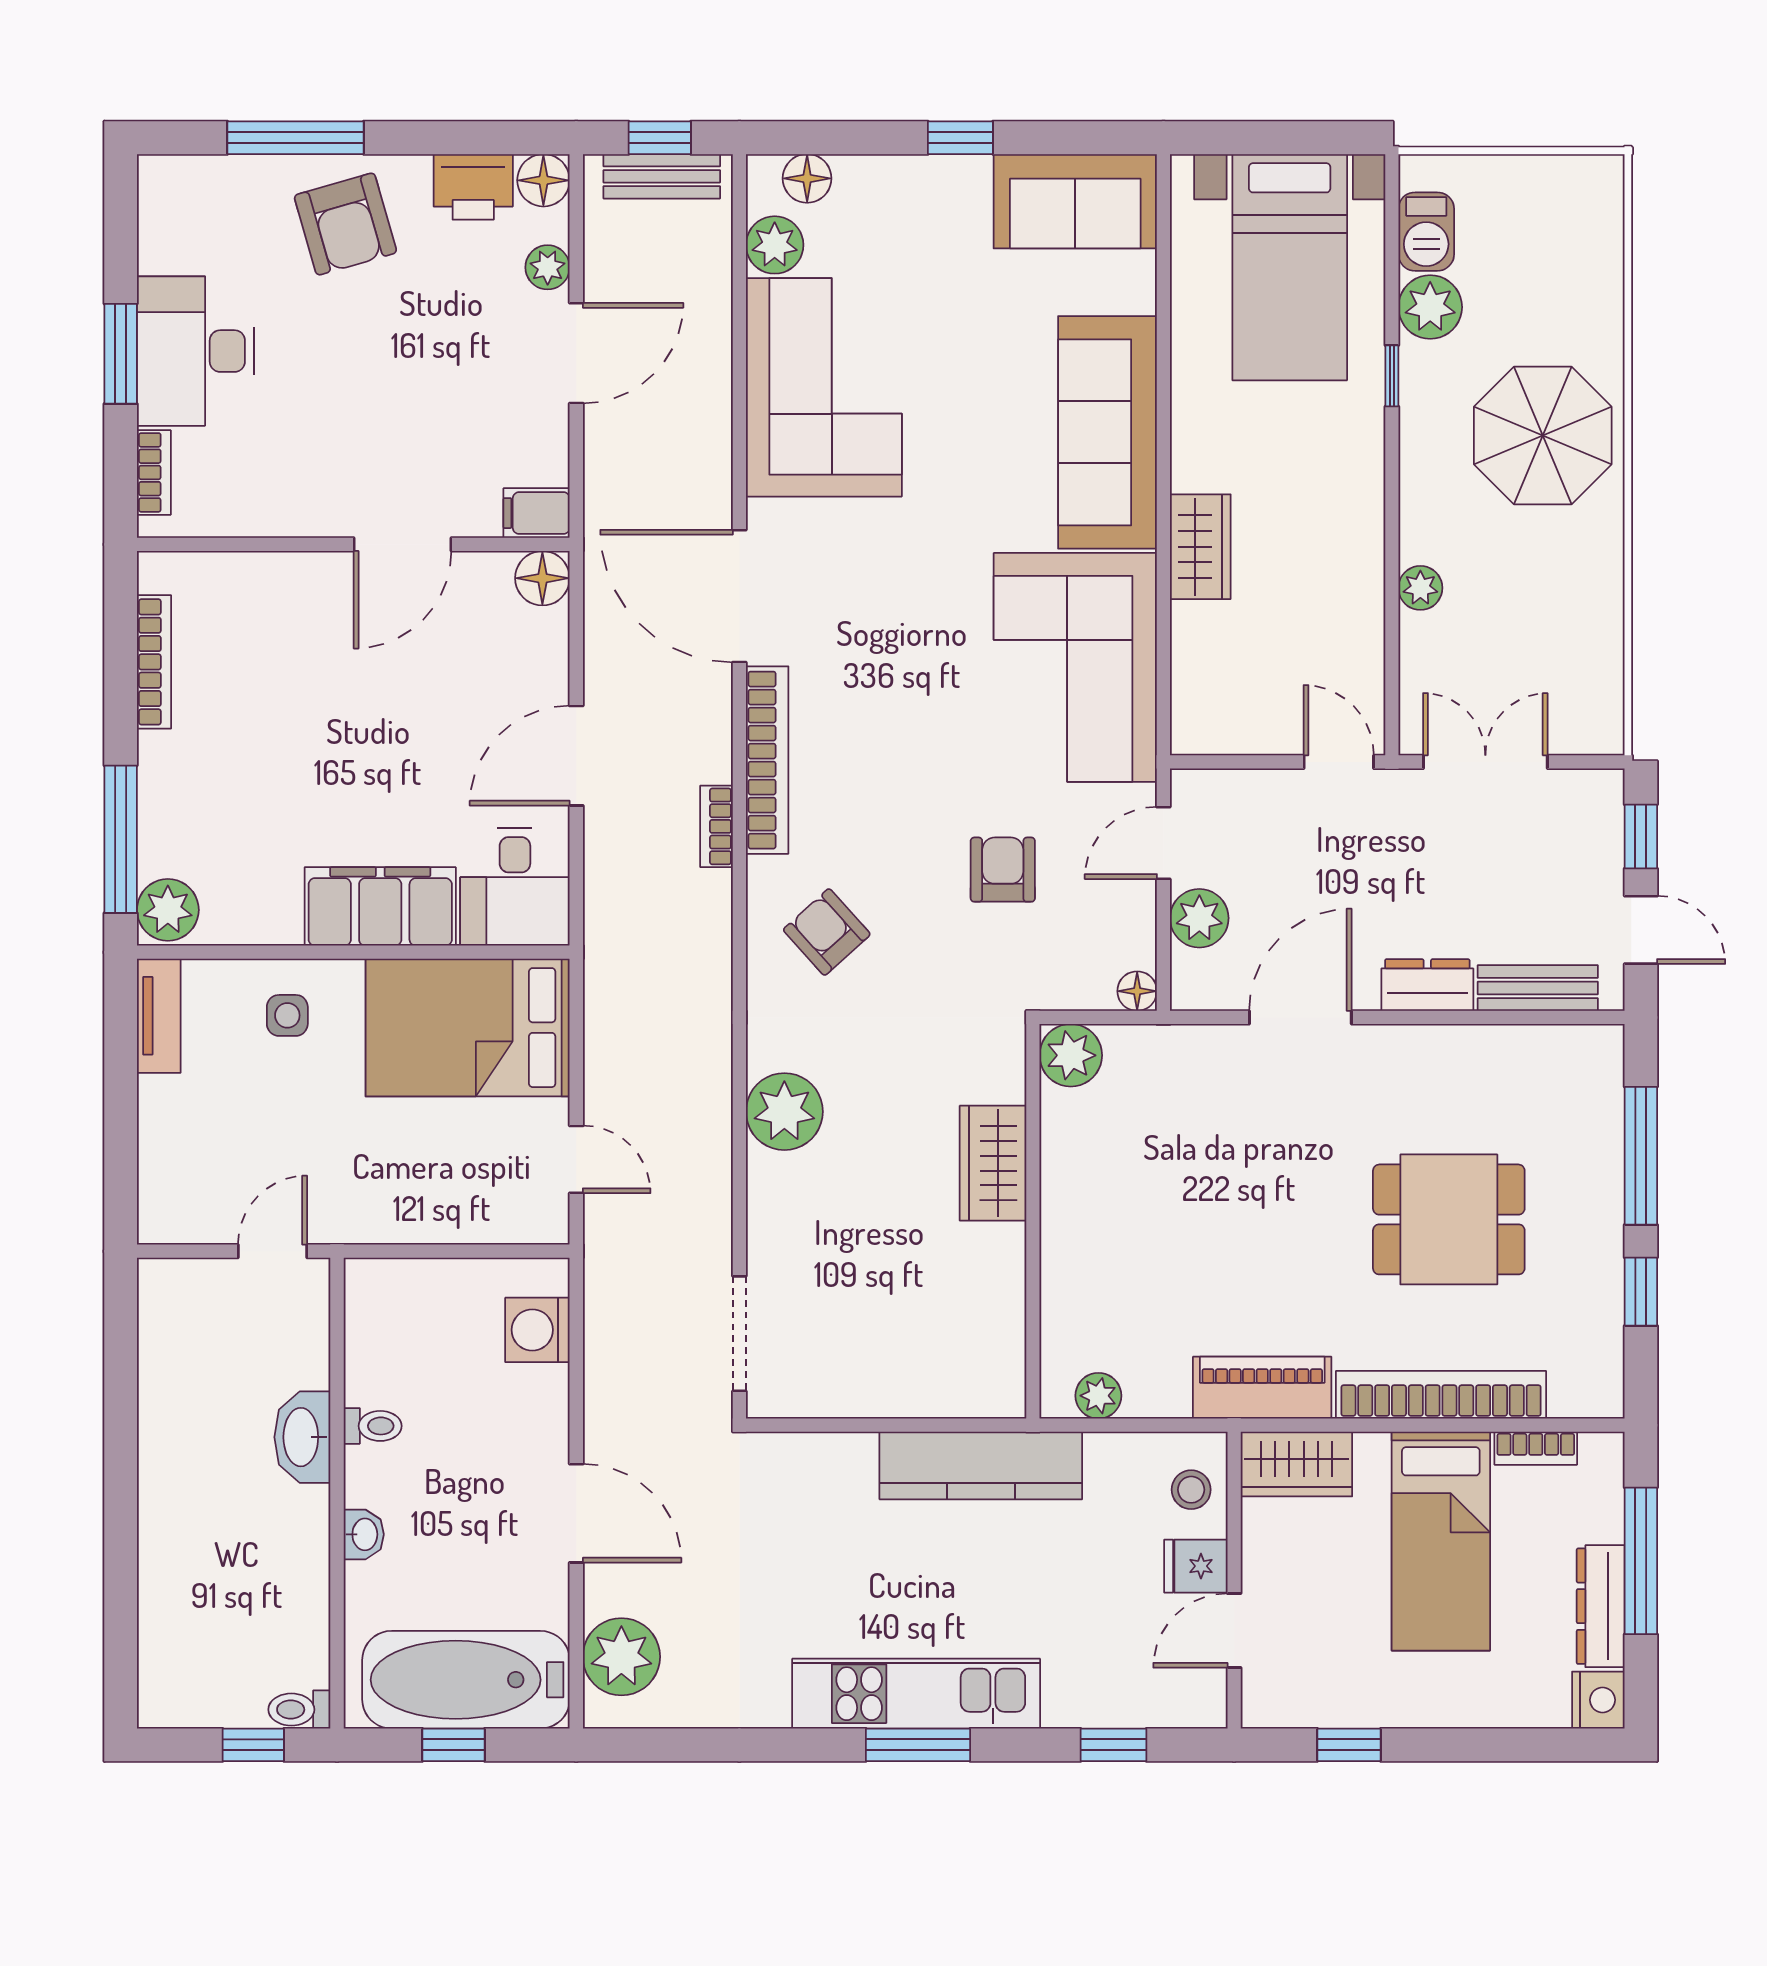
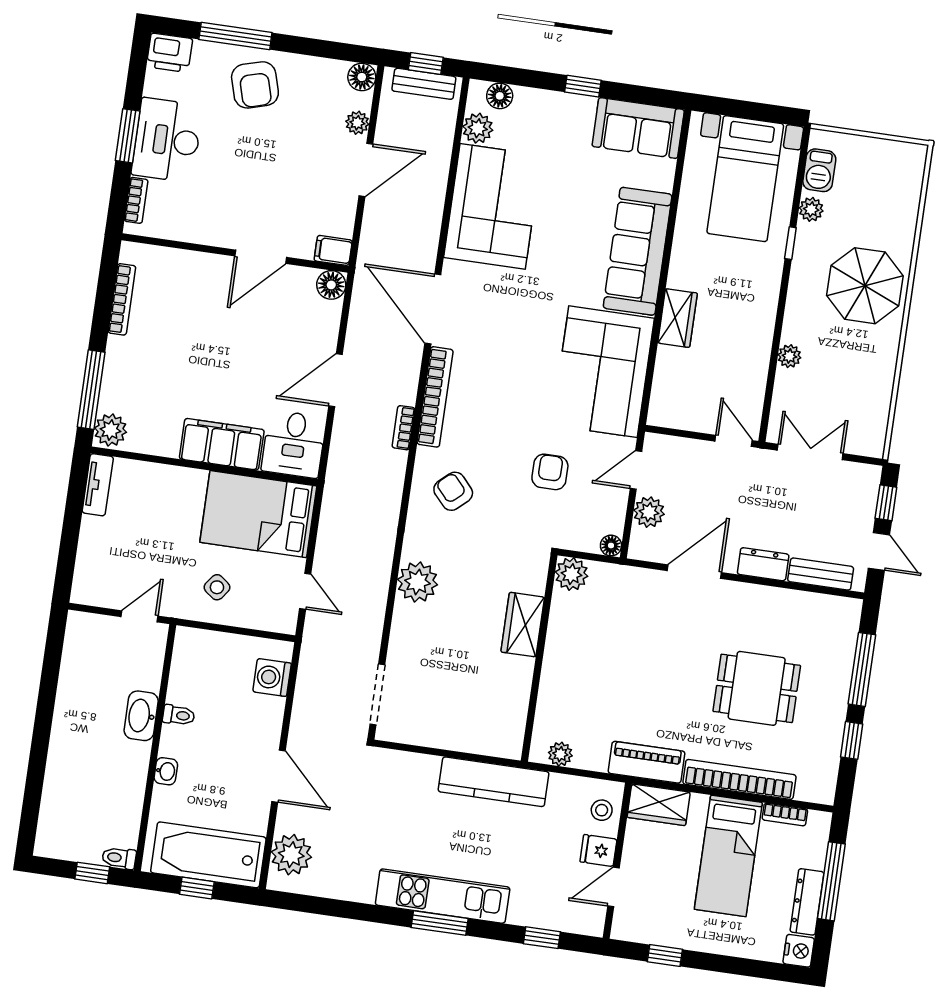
printer: (473, 187) -> (170, 53), moved
plant: (1430, 307) -> (811, 209), width x0.73, depth x0.73
side table: (287, 1015) -> (217, 587), moved, turned 37

